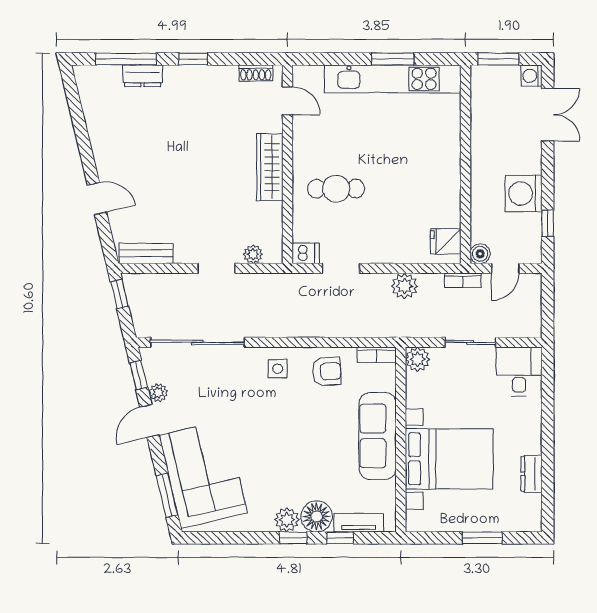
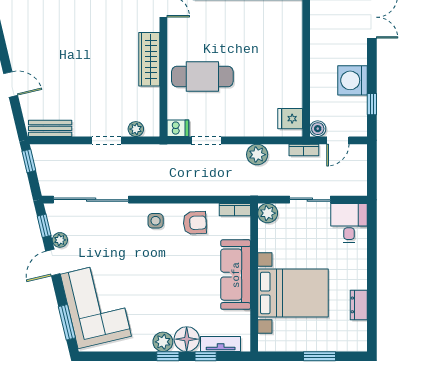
cafe table: (336, 189) -> (202, 76), width x1.37, depth x1.35

